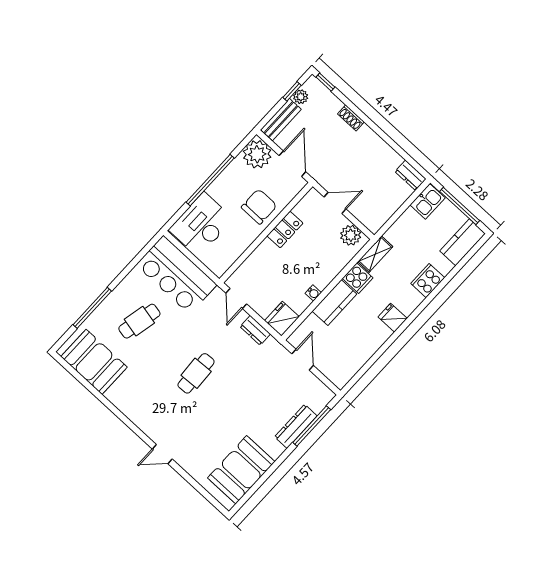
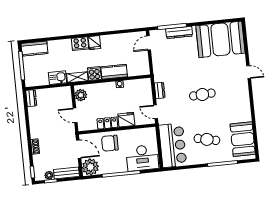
door: (292, 164) -> (79, 149), swing flipped
kitchen sink: (428, 201) -> (58, 78), moved
cooker: (428, 281) -> (80, 44), moved
door: (236, 298) -> (156, 112), swing flipped
fridge: (282, 319) -> (126, 120), moved, turned 180
door: (303, 360) -> (149, 43), moved
booth: (241, 470) -> (220, 39), width x1.36, depth x1.42

